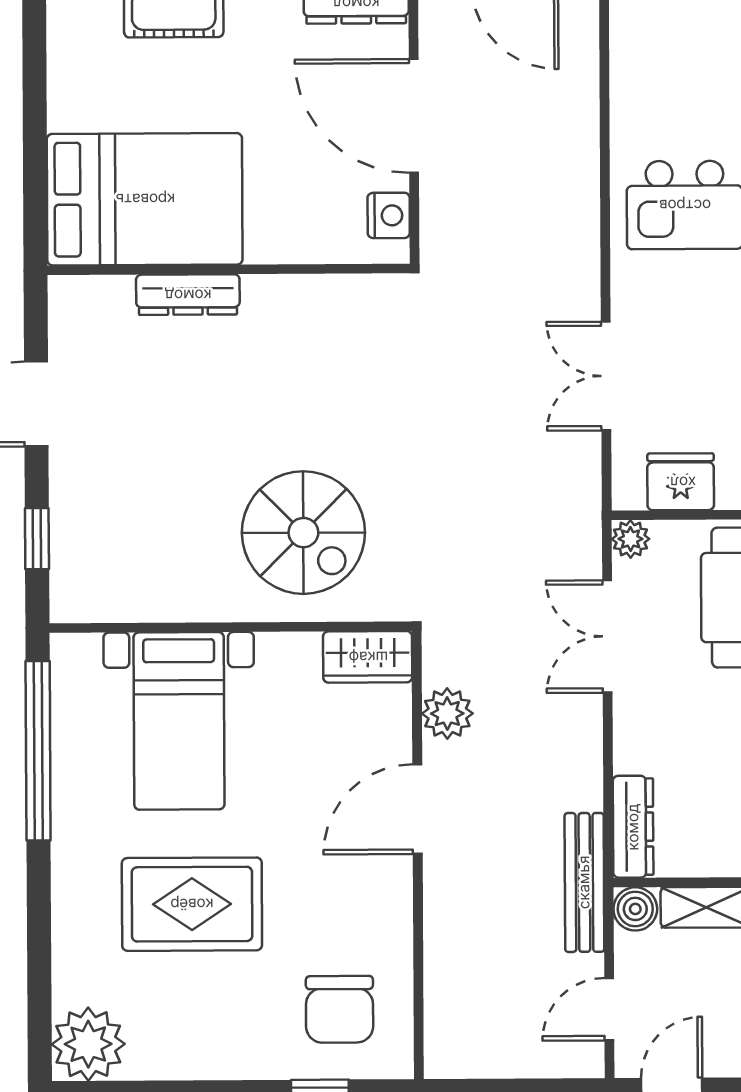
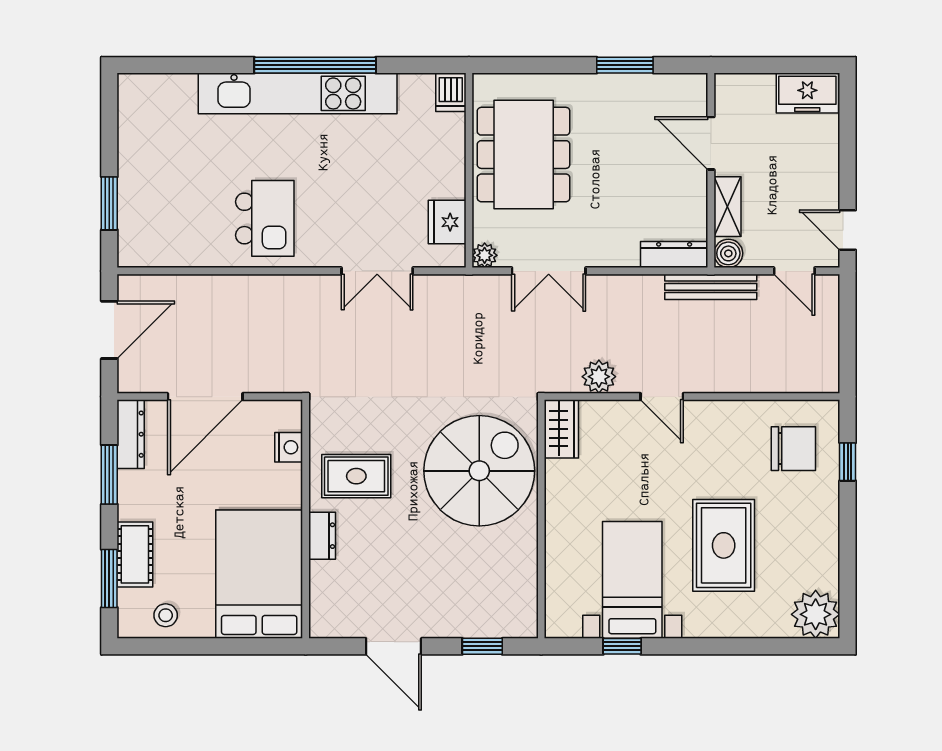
stool: (82, 58) -> (166, 615), added
nightstand: (389, 215) -> (289, 447), moved, turned 90
dresser: (188, 295) -> (322, 536), width x0.70
rug: (294, 346) -> (356, 476), added
spiral stairs: (303, 533) -> (479, 471), width x1.37, depth x1.37
bed with nightstands: (179, 721) -> (632, 580), moved, turned -90
window: (38, 751) -> (622, 646), width x0.32
door: (418, 809) -> (662, 397), width x0.73

